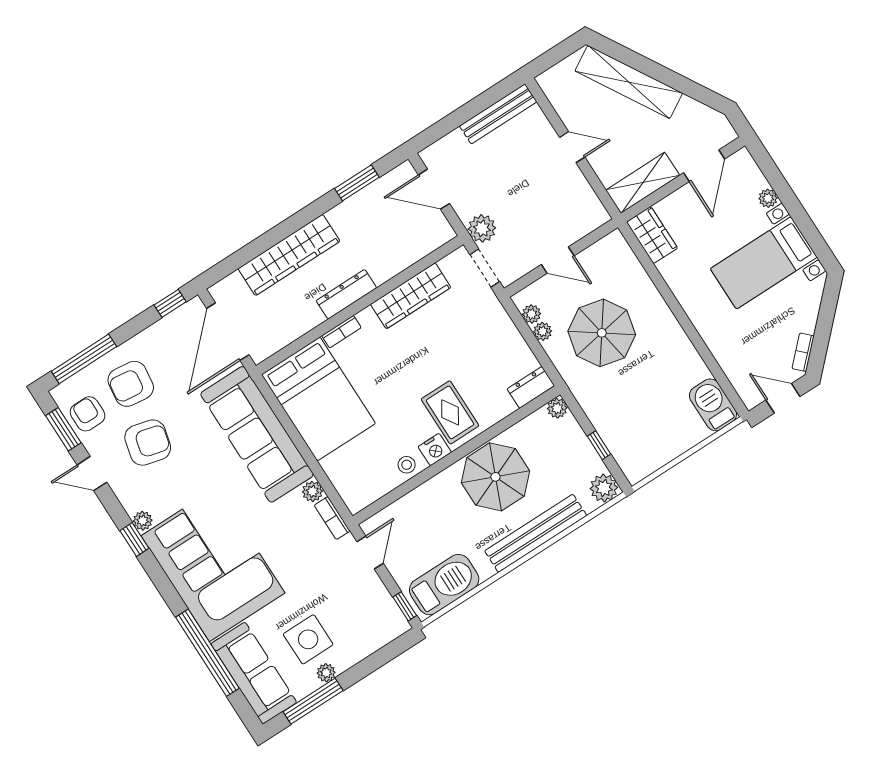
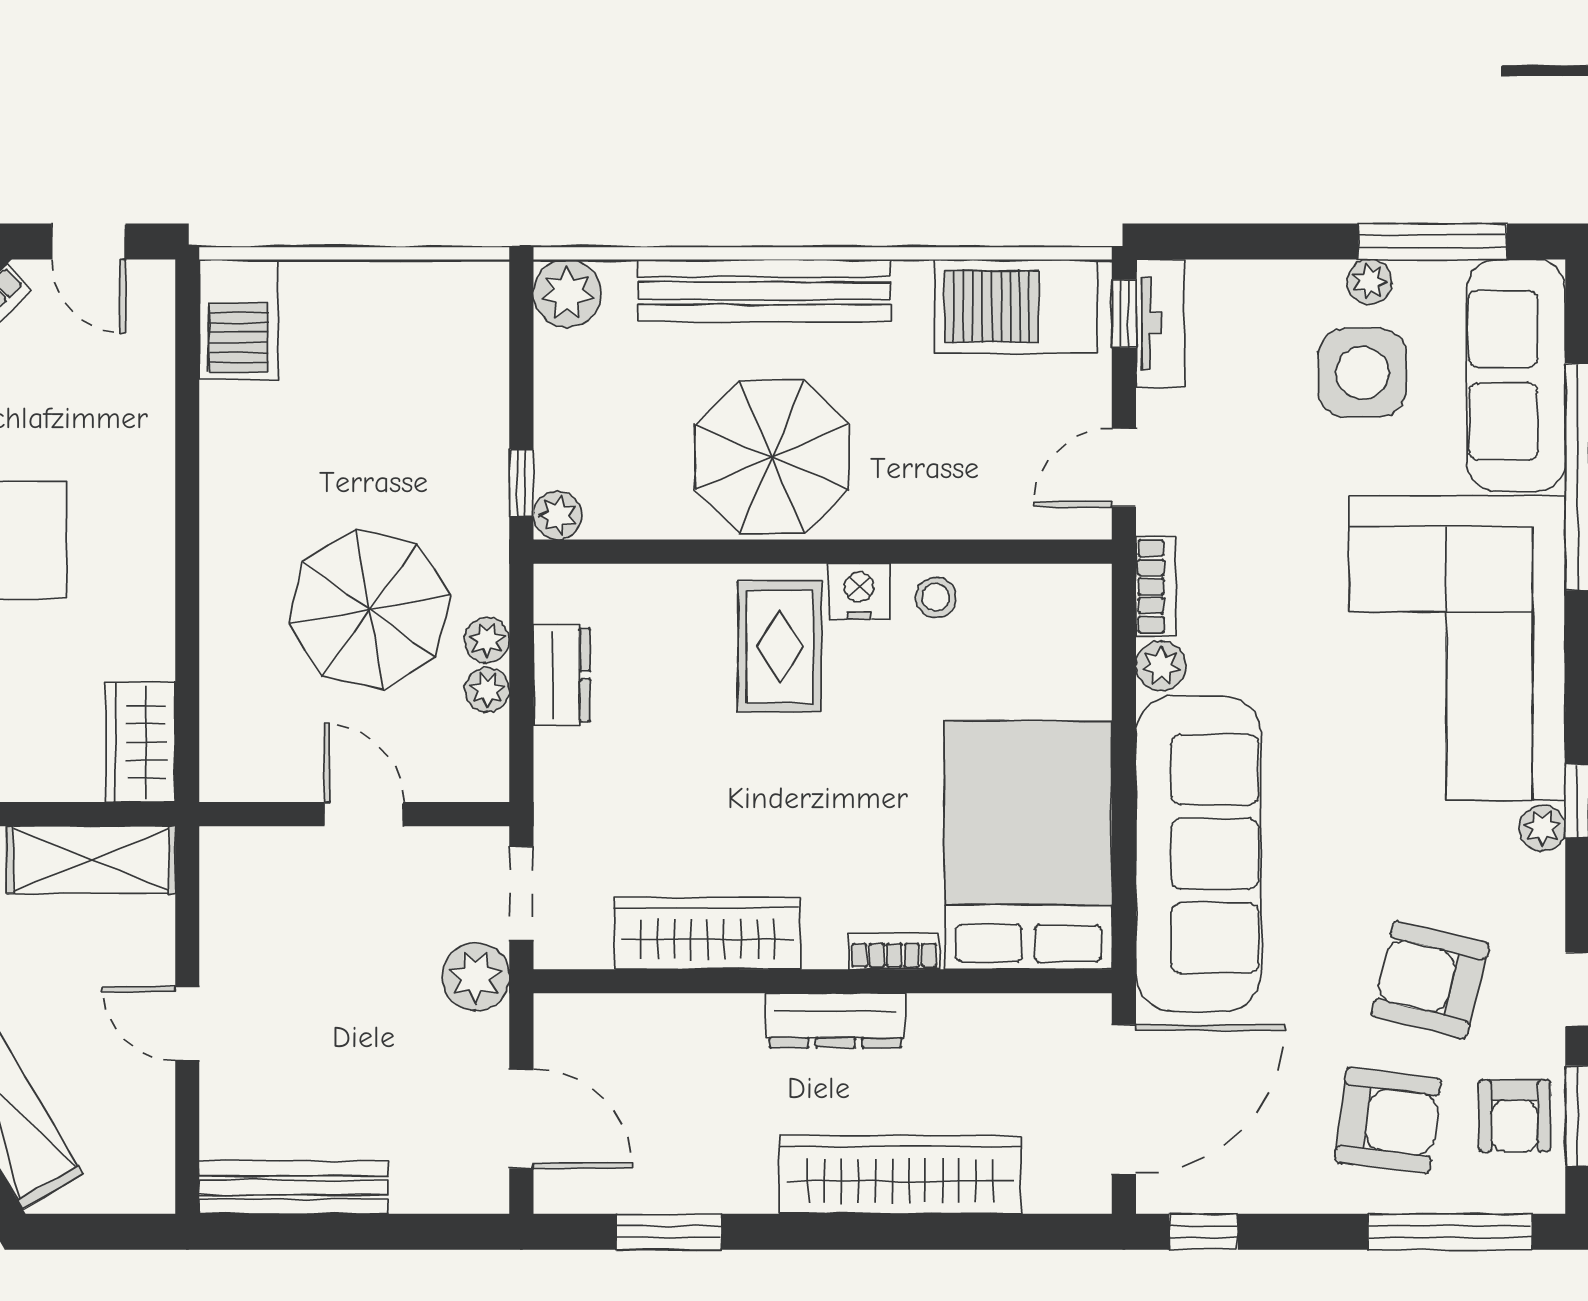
plant: (532, 314) -> (487, 640), moved
dresser: (531, 387) -> (562, 675), moved, turned -90
window: (599, 445) -> (521, 483), moved
tv unit: (390, 611) -> (1160, 323), added

